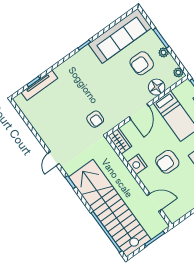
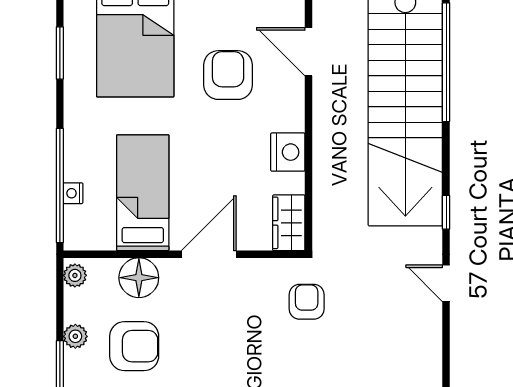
door: (53, 159) -> (446, 283), swing flipped
armchair: (167, 162) -> (228, 75), moved, turned -90

